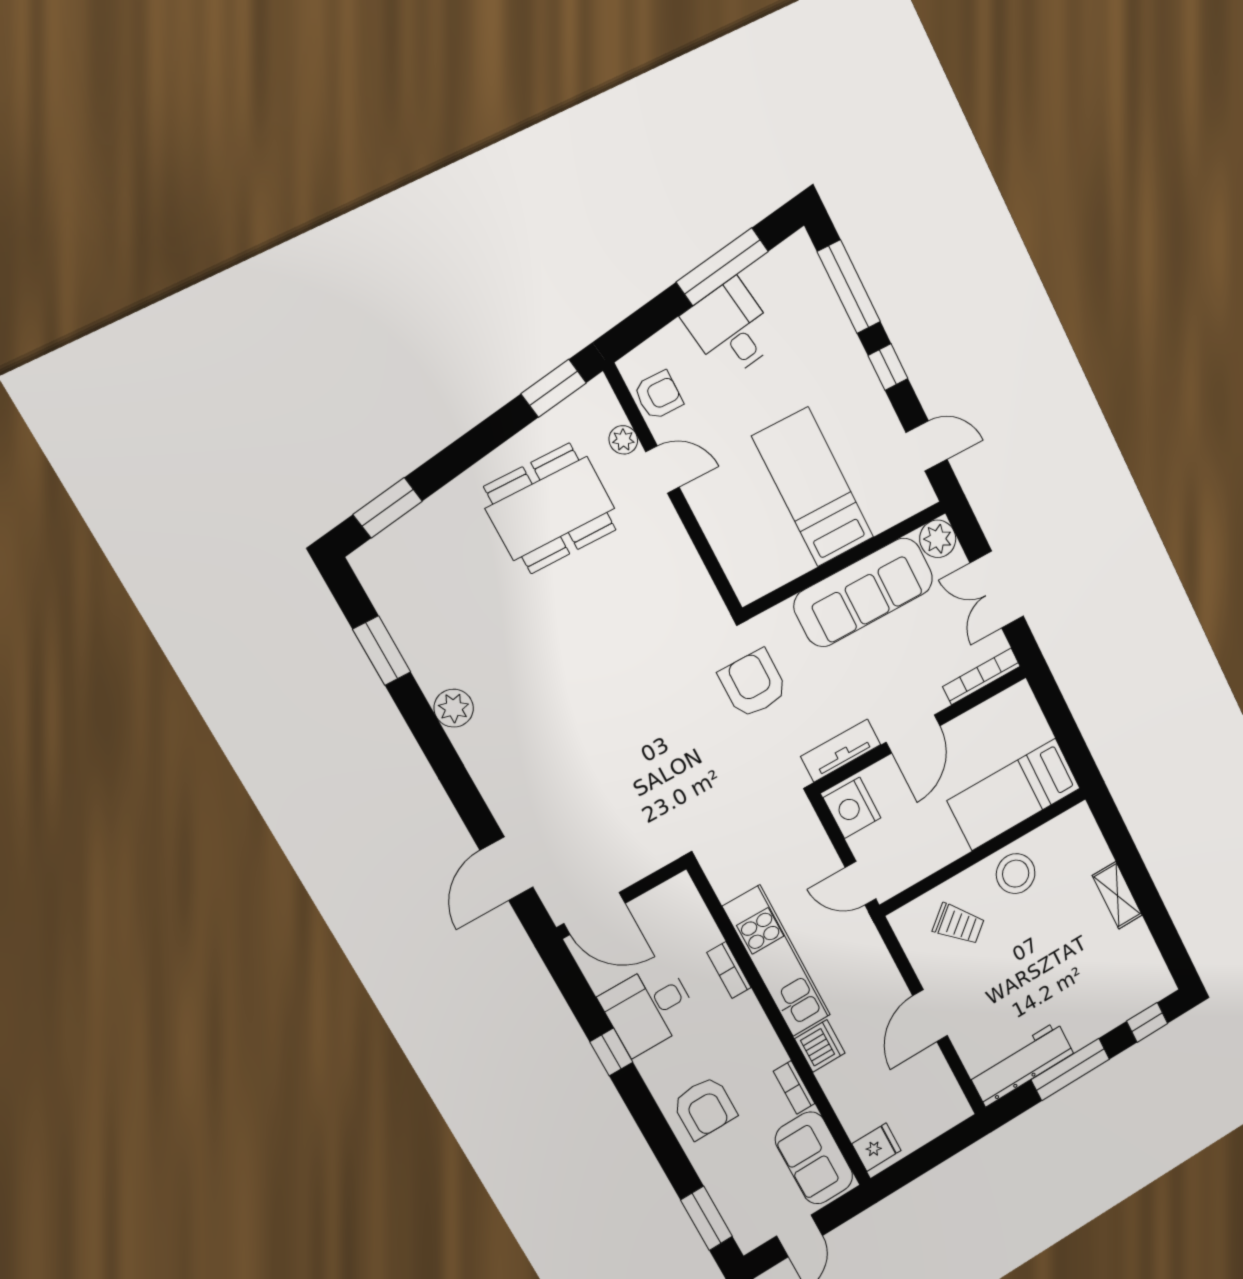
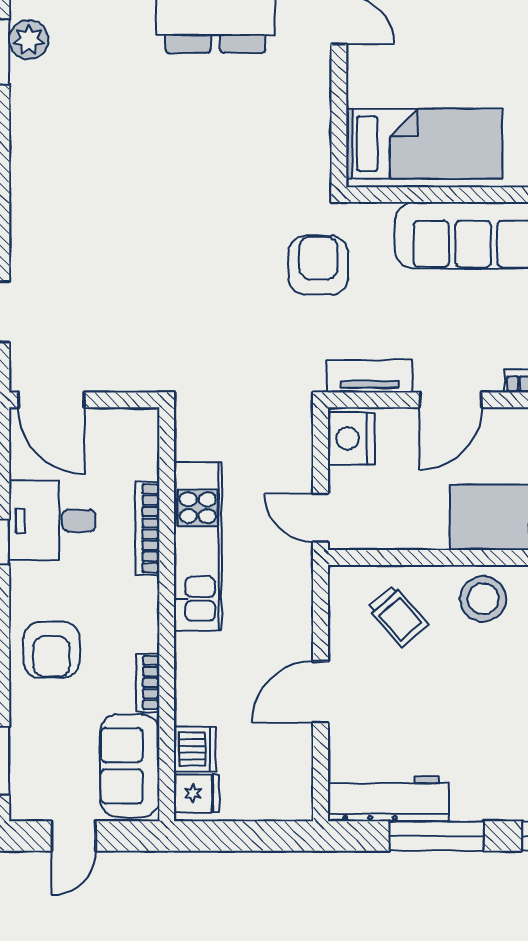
bed: (813, 487) -> (424, 144), moved, turned 90
plant: (454, 708) -> (29, 40), moved
bookcase: (729, 970) -> (147, 528), width x1.56
dishwasher: (820, 1046) -> (195, 749), moved

